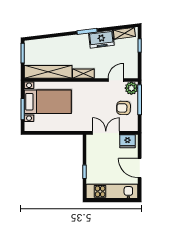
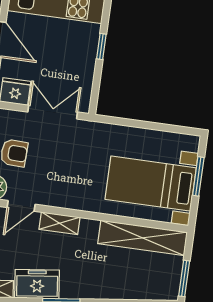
shelving: (83, 74) -> (59, 223), moved
double door: (106, 133) -> (53, 112), swing flipped

